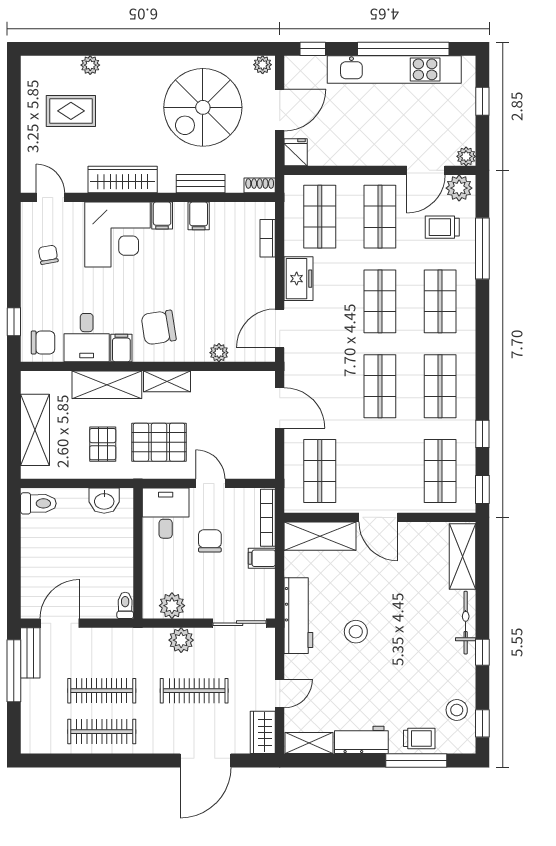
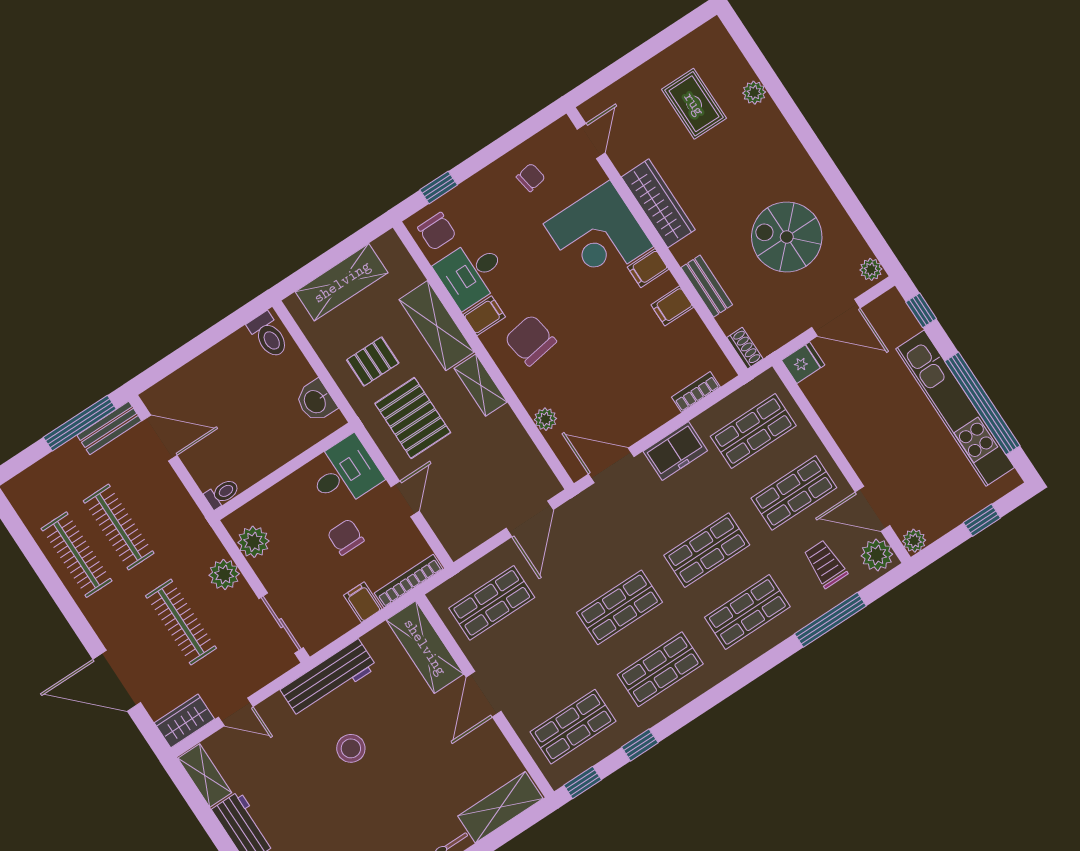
spiral stairs: (203, 107) -> (787, 237), width x0.73, depth x0.73
chair: (210, 541) -> (346, 537), turned -90

